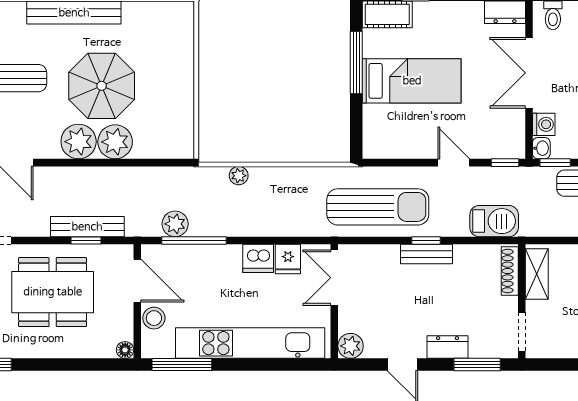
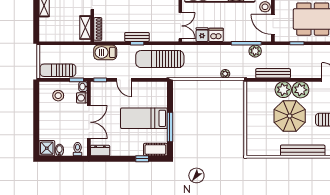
bench: (87, 227) -> (273, 73), moved

